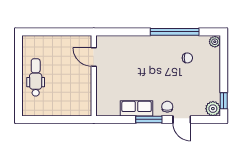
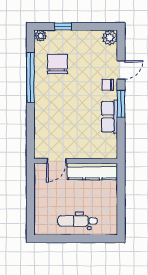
chair: (187, 58) -> (57, 64), width x1.87, depth x1.87
kitchen counter: (84, 92) -> (92, 171), added
window: (224, 101) -> (63, 26), moved

